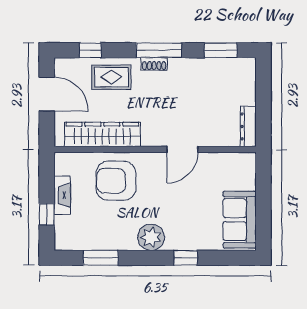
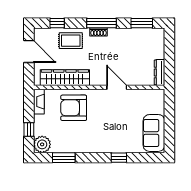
door: (182, 149) -> (117, 87), swing flipped
fireplace: (62, 195) -> (39, 102), moved
plant: (151, 237) -> (42, 144), moved

